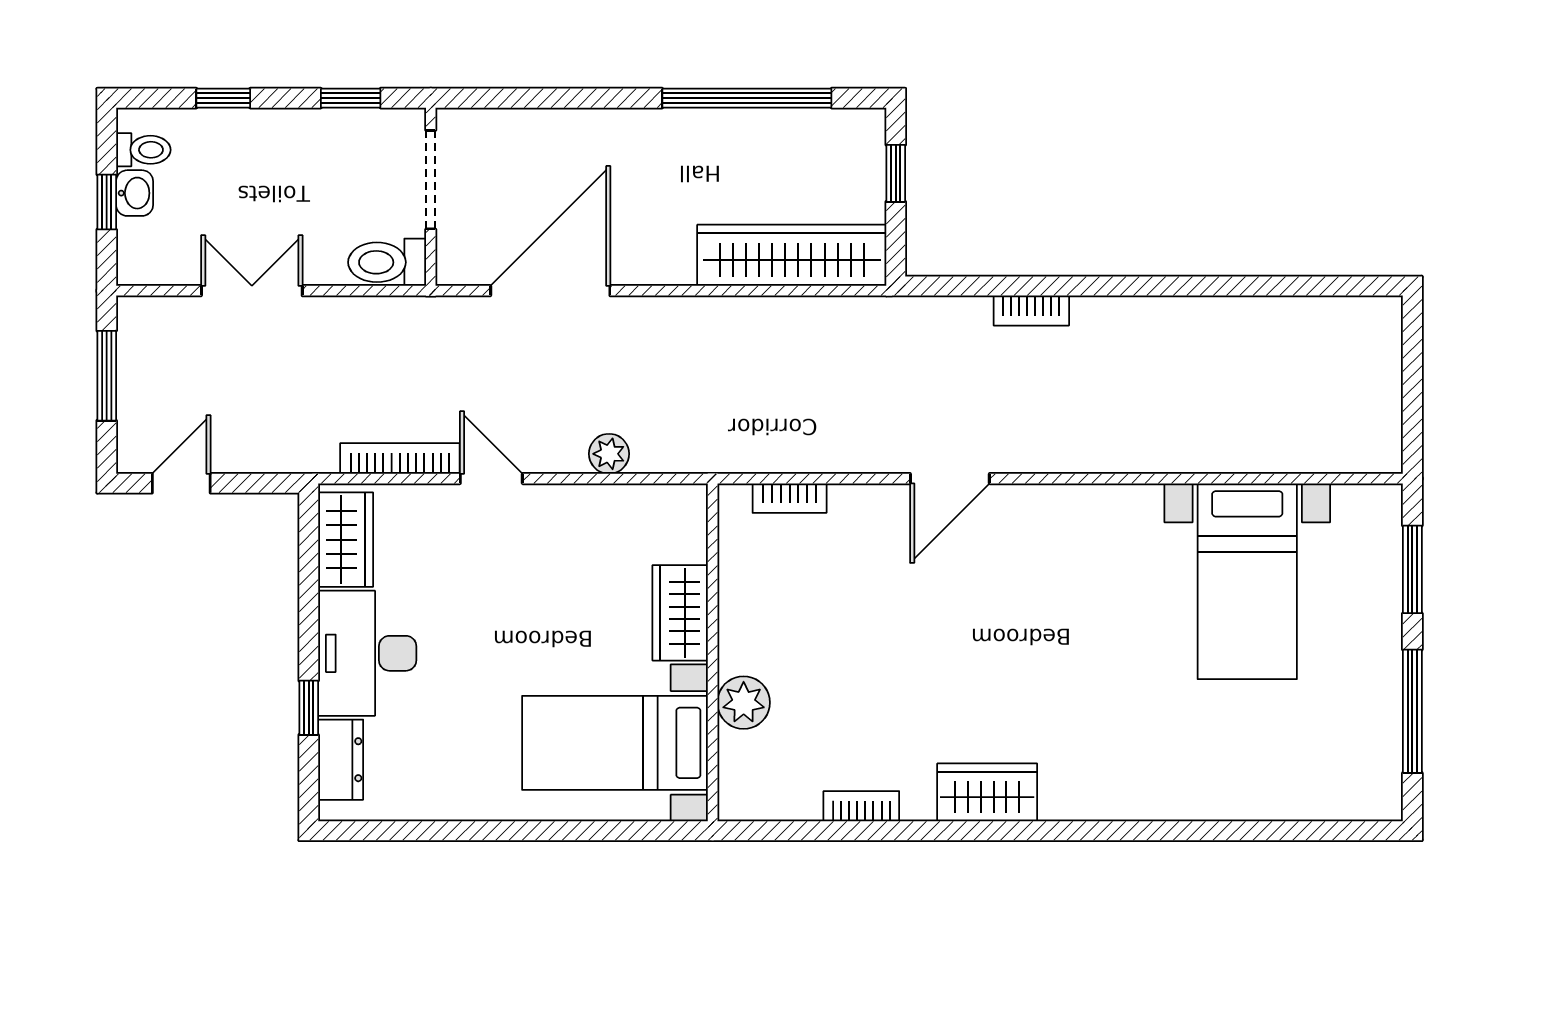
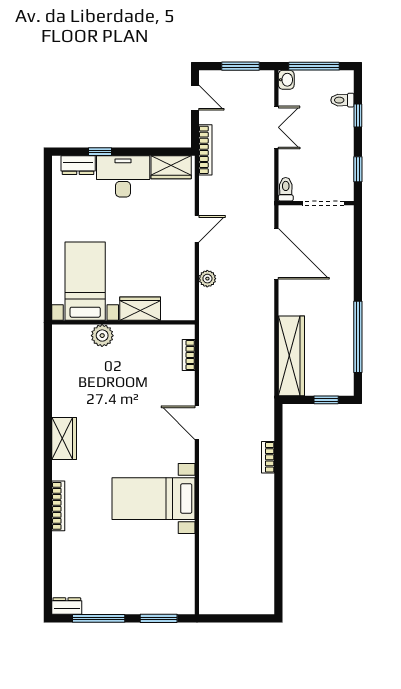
toilet: (143, 150) -> (342, 100), moved, turned 90
washbasin: (135, 193) -> (286, 80), moved, turned -90
window: (107, 202) -> (314, 66), width x2.17
toilet: (387, 262) -> (286, 189), width x0.73, depth x0.72
bookcase: (400, 459) -> (205, 150), moved
bed with nightstands: (1247, 581) -> (154, 499), moved
dresser: (1383, 786) -> (67, 606), added
bookcase: (861, 806) -> (58, 506), moved, width x1.56

